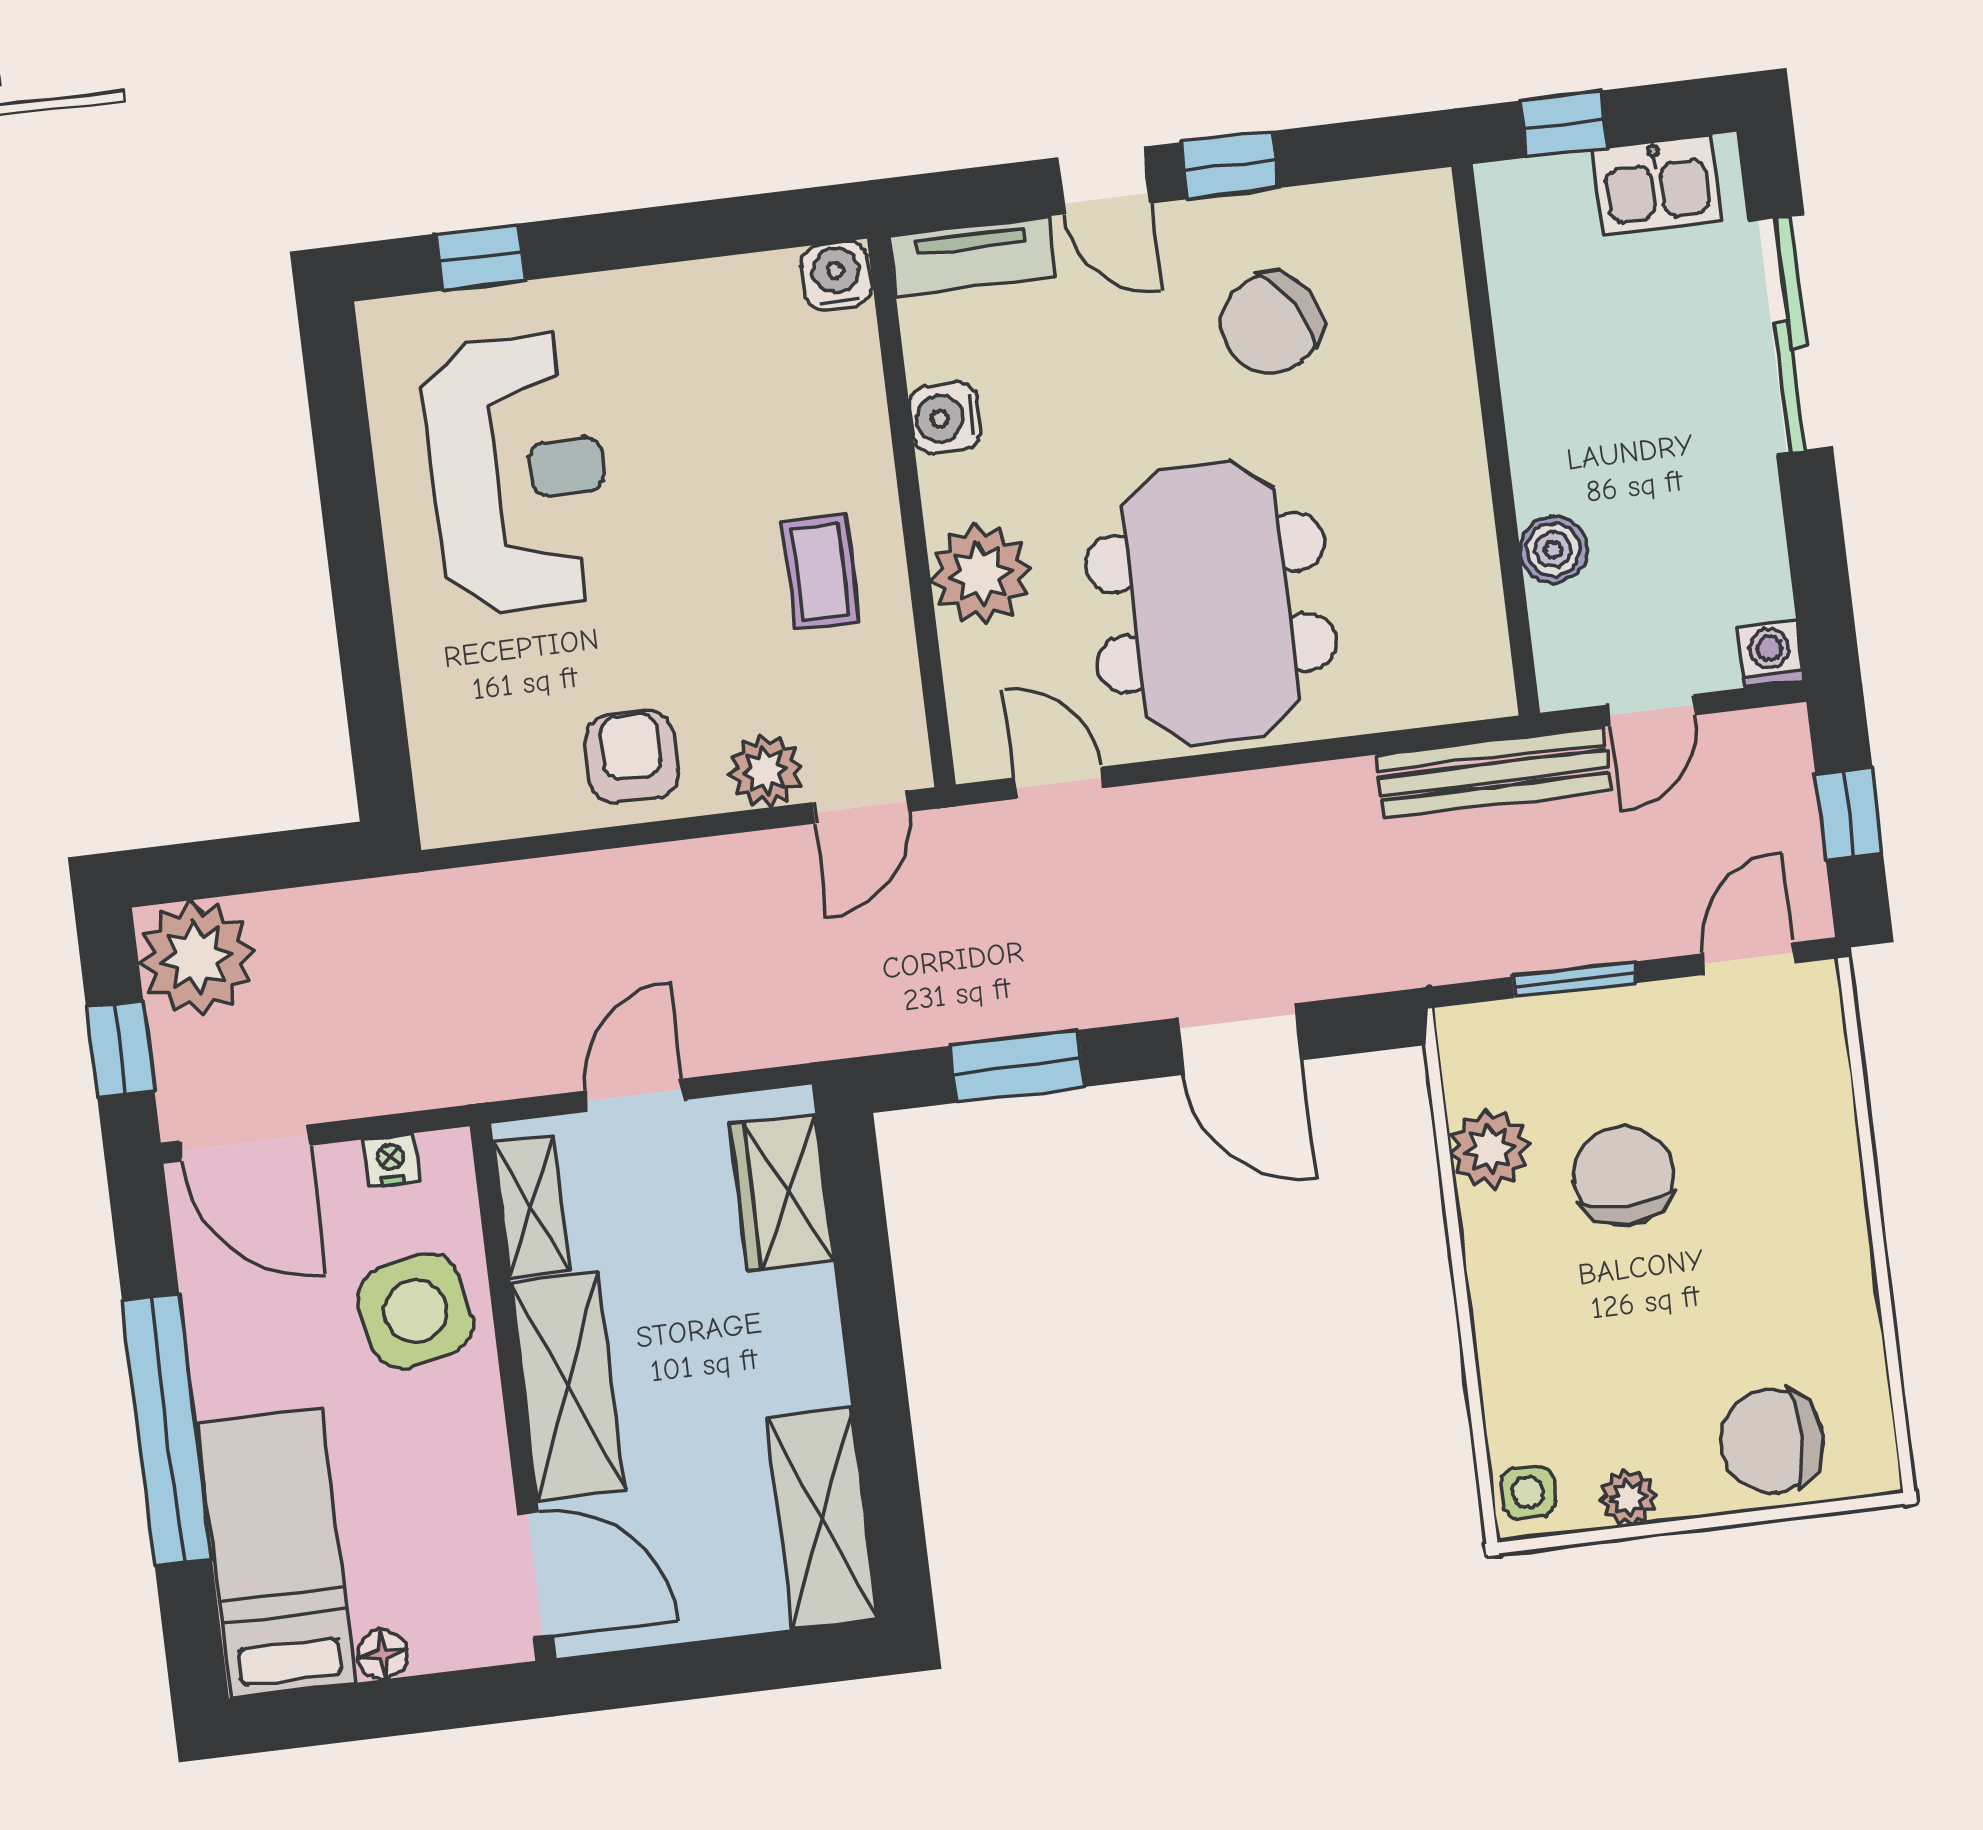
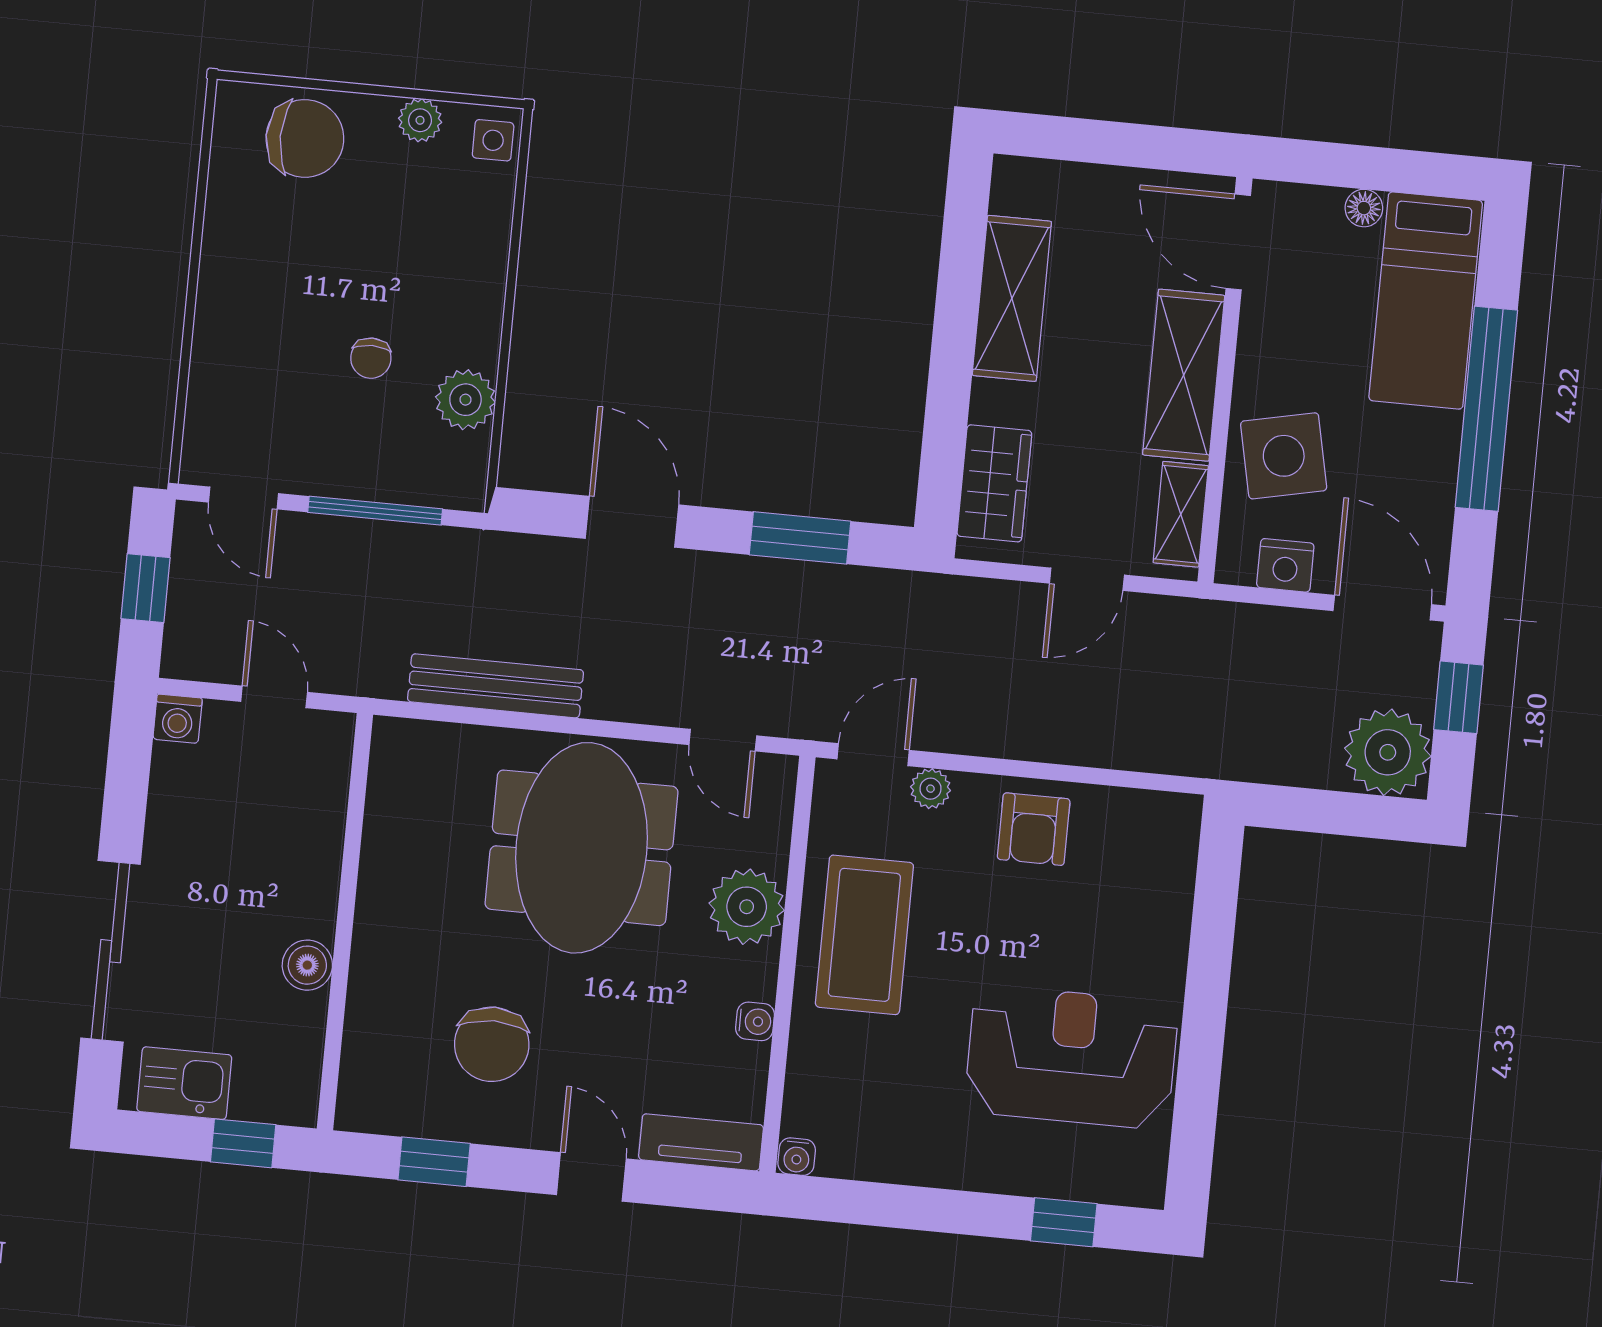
window: (1230, 165) -> (434, 1162), moved
water cooler: (836, 276) -> (797, 1157), width x0.72, depth x0.72
chair: (1271, 323) -> (492, 1044), turned 123
water cooler: (945, 418) -> (755, 1021), width x0.72, depth x0.72
reception desk: (518, 473) -> (1071, 1057), turned 90
boiler: (1554, 550) -> (307, 965), moved
coffee table: (820, 572) -> (864, 935), width x1.86, depth x1.72
door: (1652, 710) -> (274, 697), hinge flipped
plant: (766, 771) -> (931, 789), width x0.73, depth x0.73
bench: (1493, 773) -> (496, 686), moved
door: (1748, 959) -> (243, 498), hinge flipped
window: (1574, 980) -> (375, 511), width x1.44
nightstand: (391, 1160) -> (1285, 565), width x1.39, depth x1.35
chair: (1624, 1176) -> (371, 358), width x0.54, depth x0.54
shelving: (822, 1518) -> (1012, 298), moved

